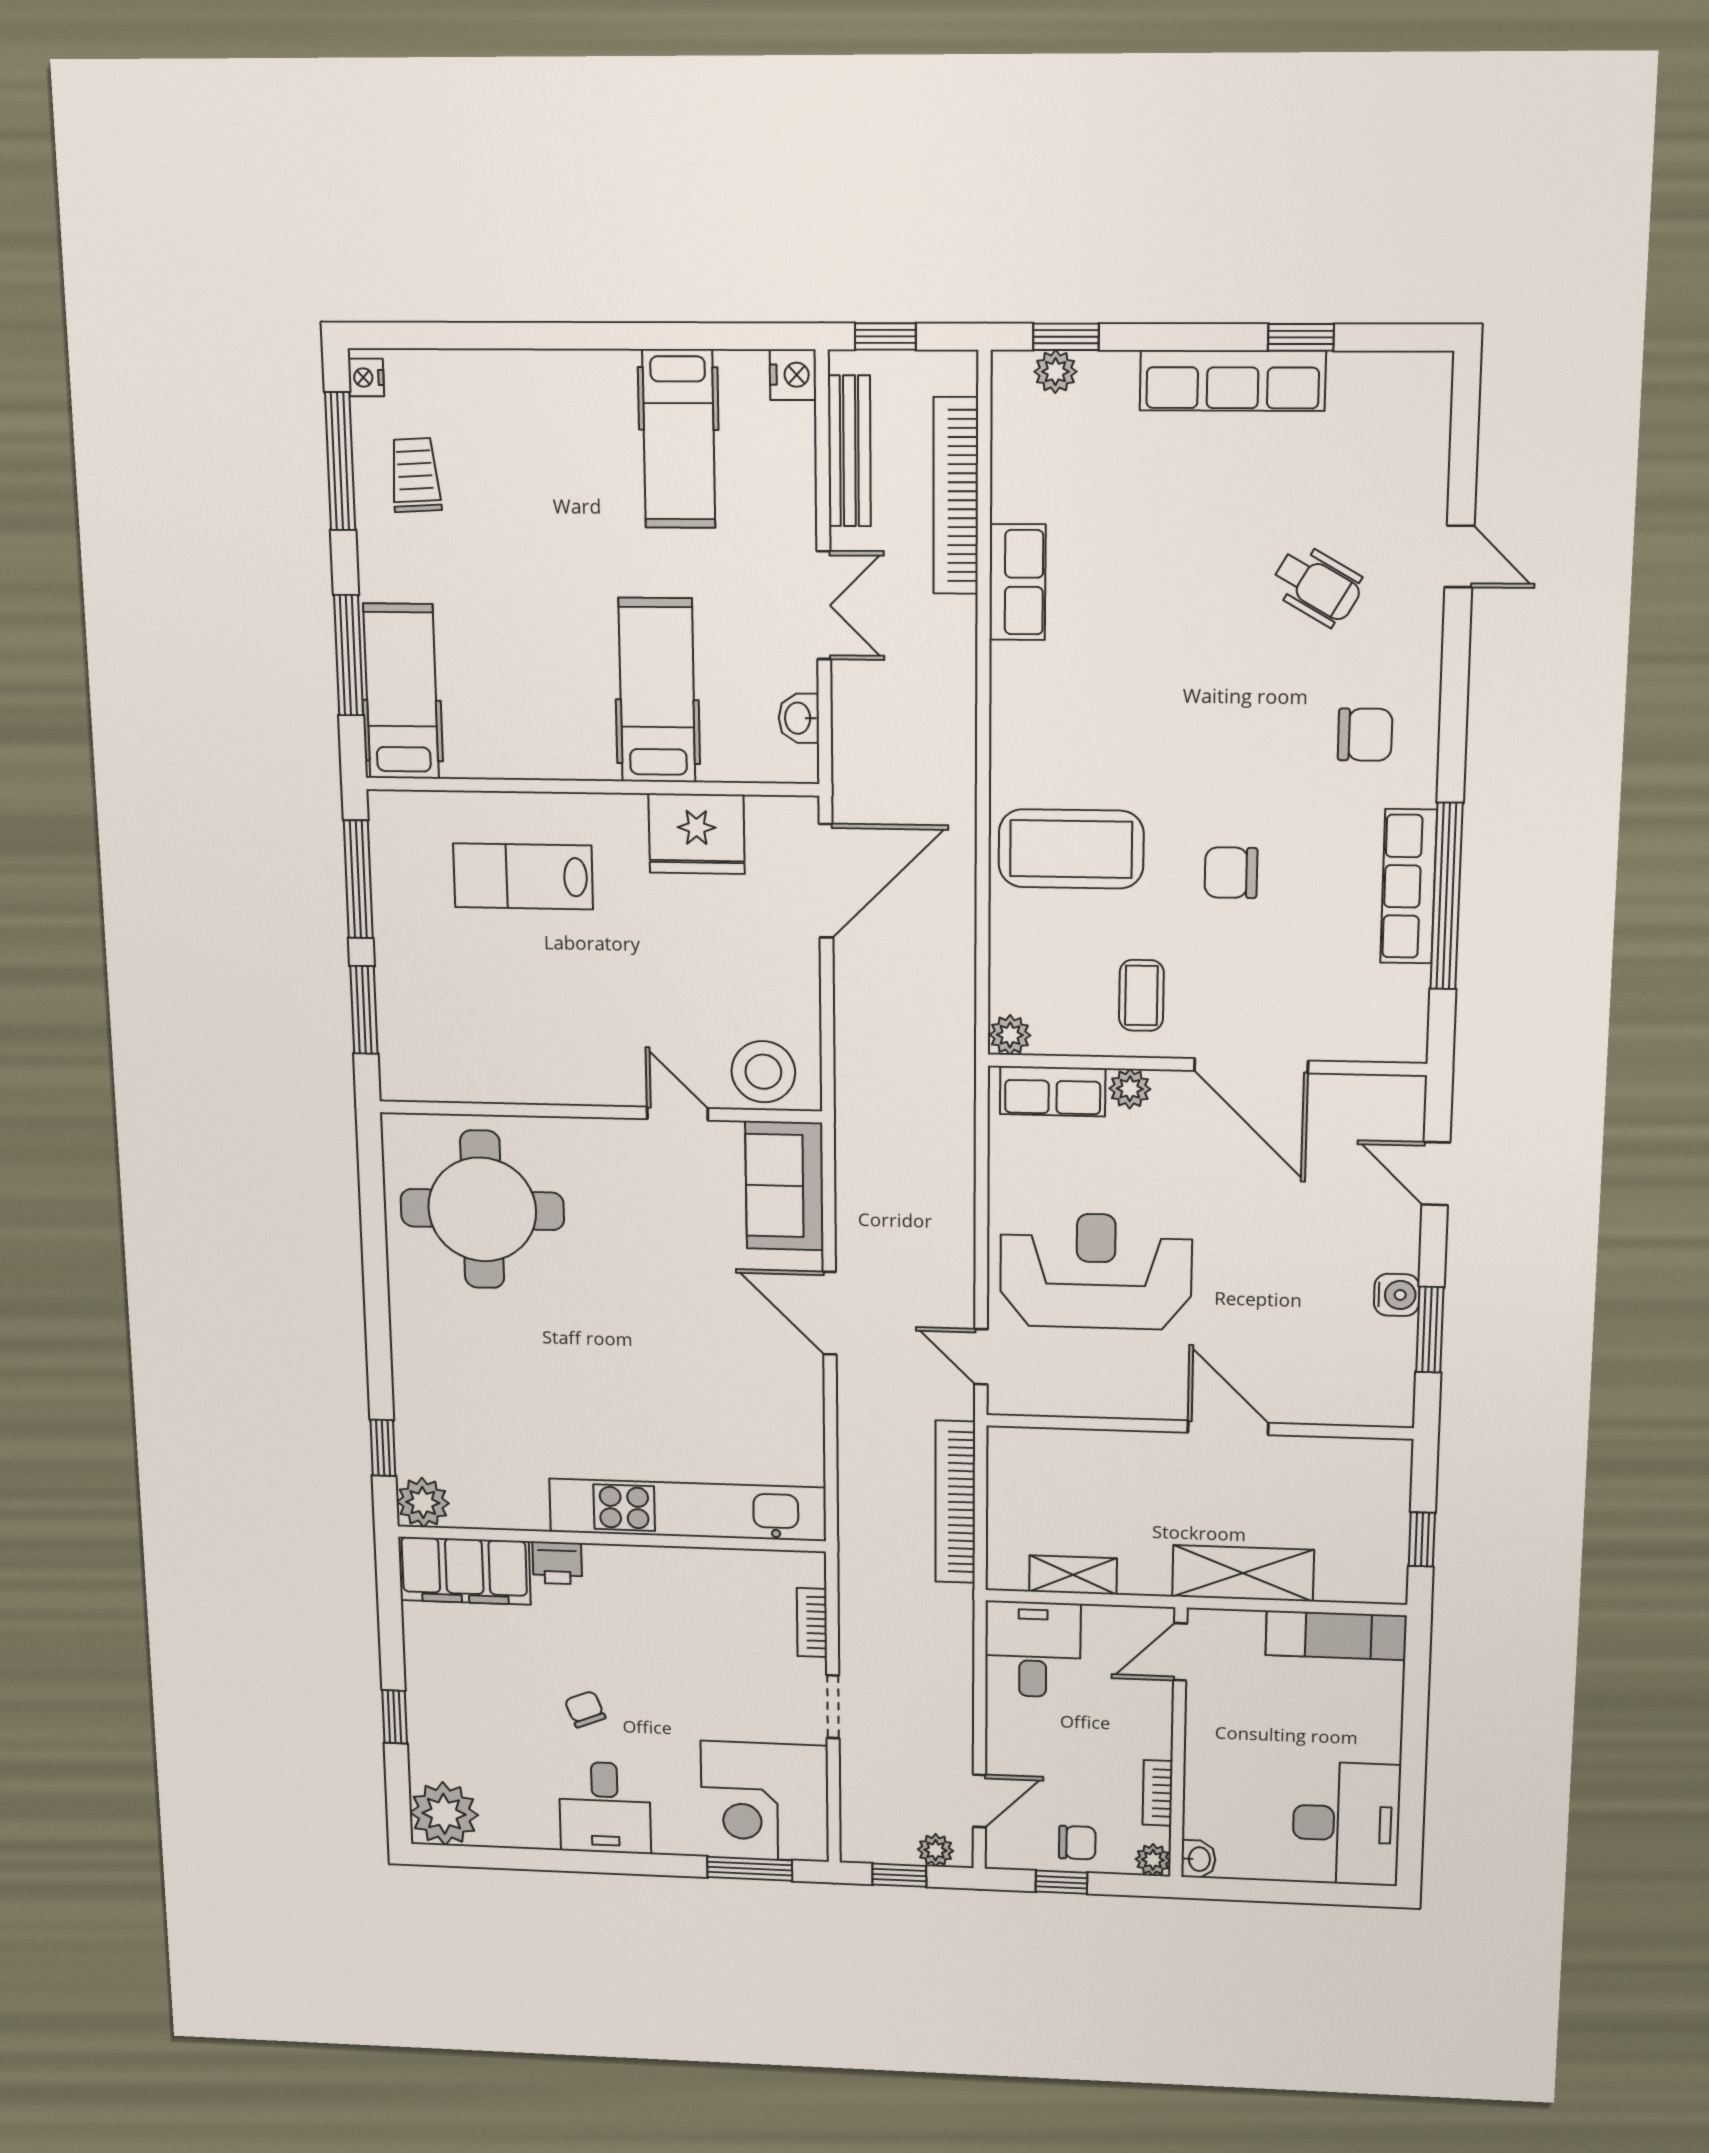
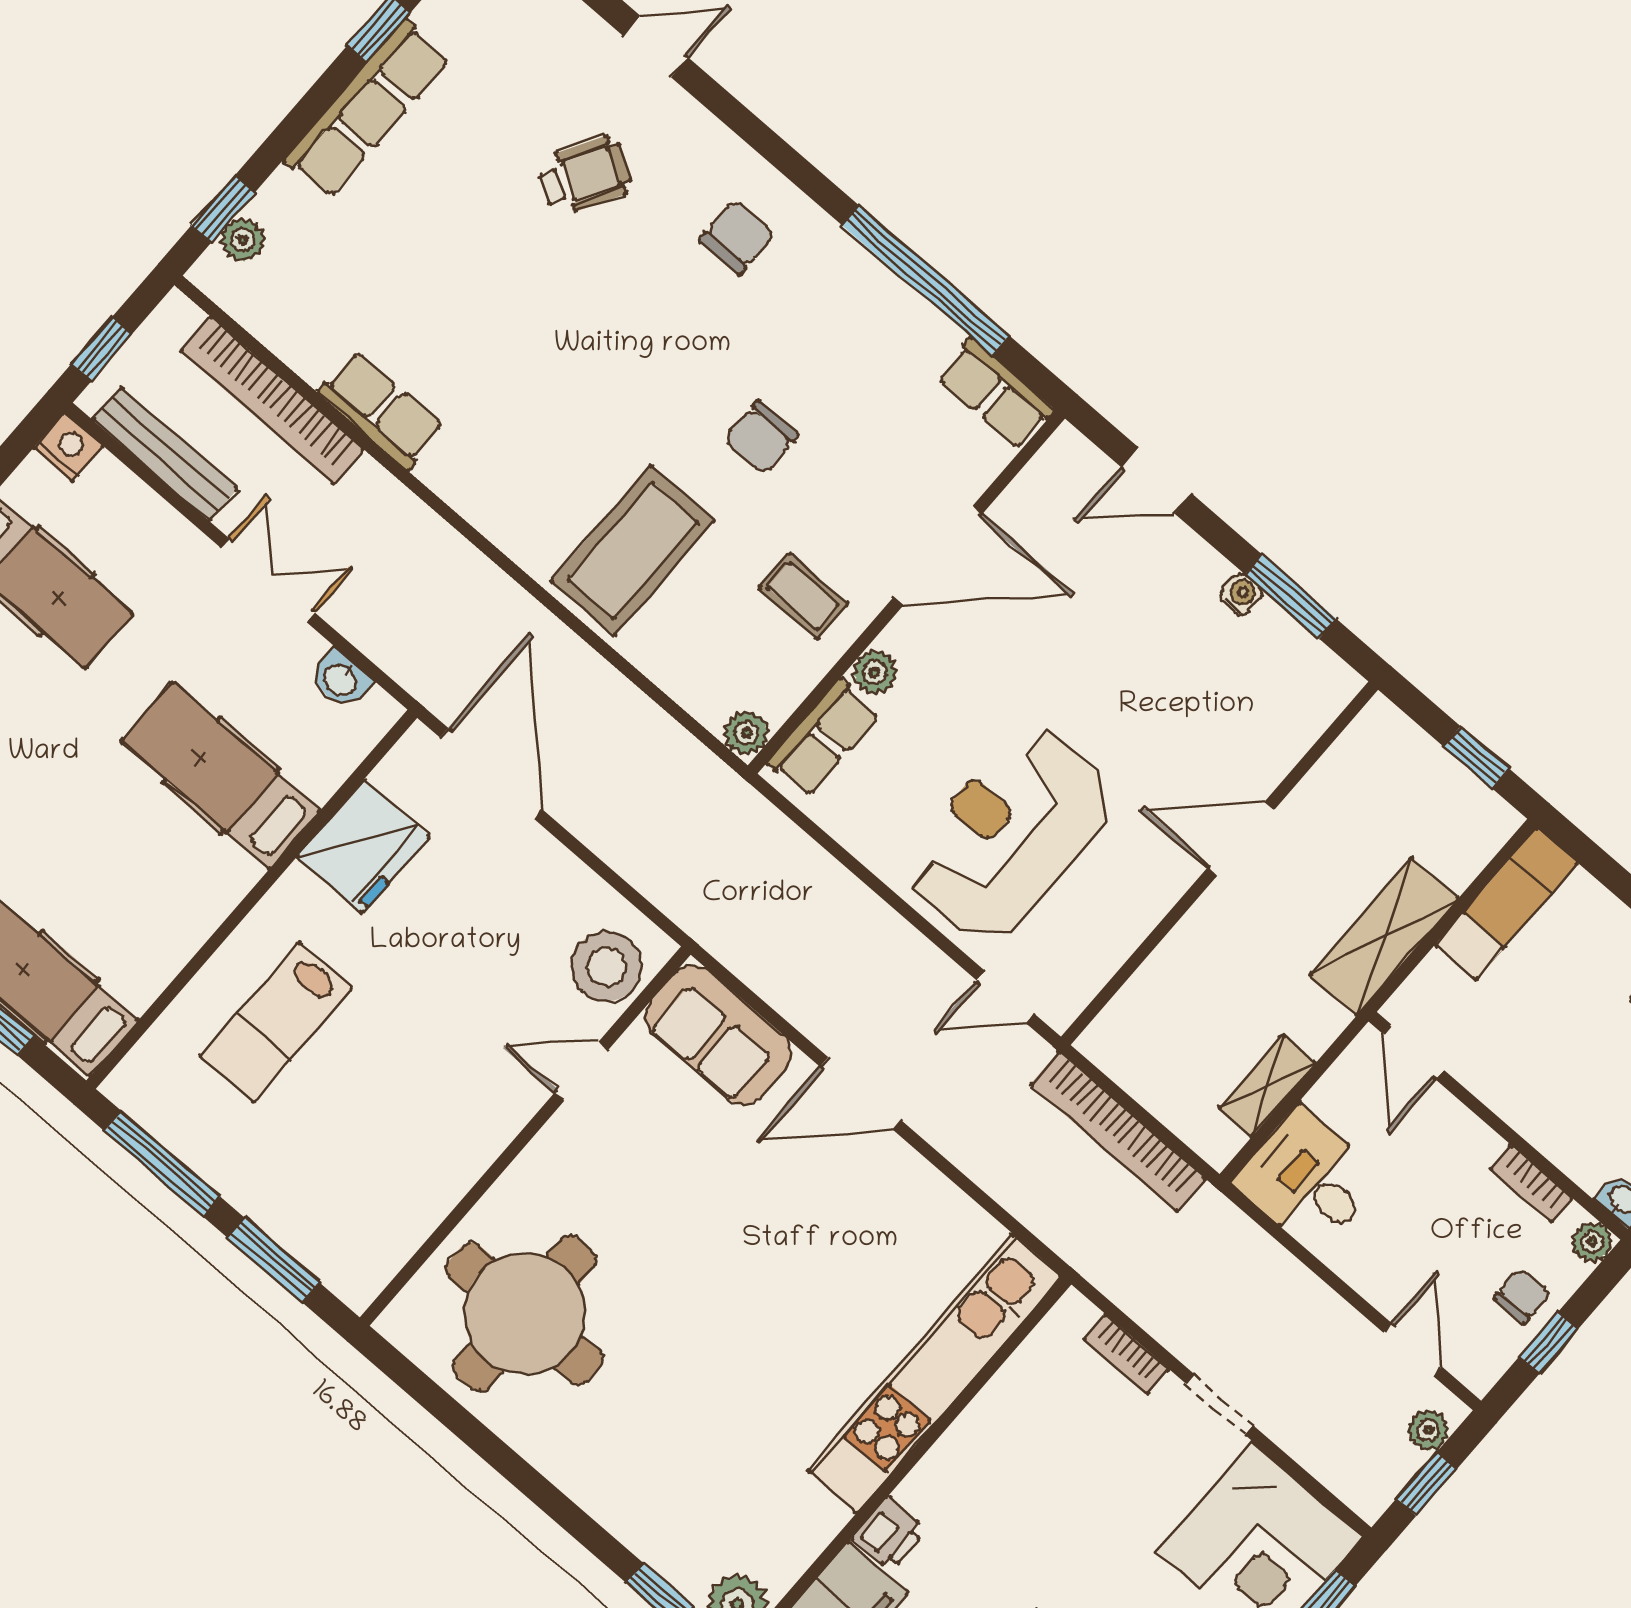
row of seats: (1409, 886) -> (996, 394), moved, width x0.68
water cooler: (1397, 1295) -> (1241, 594), width x0.72, depth x0.72

